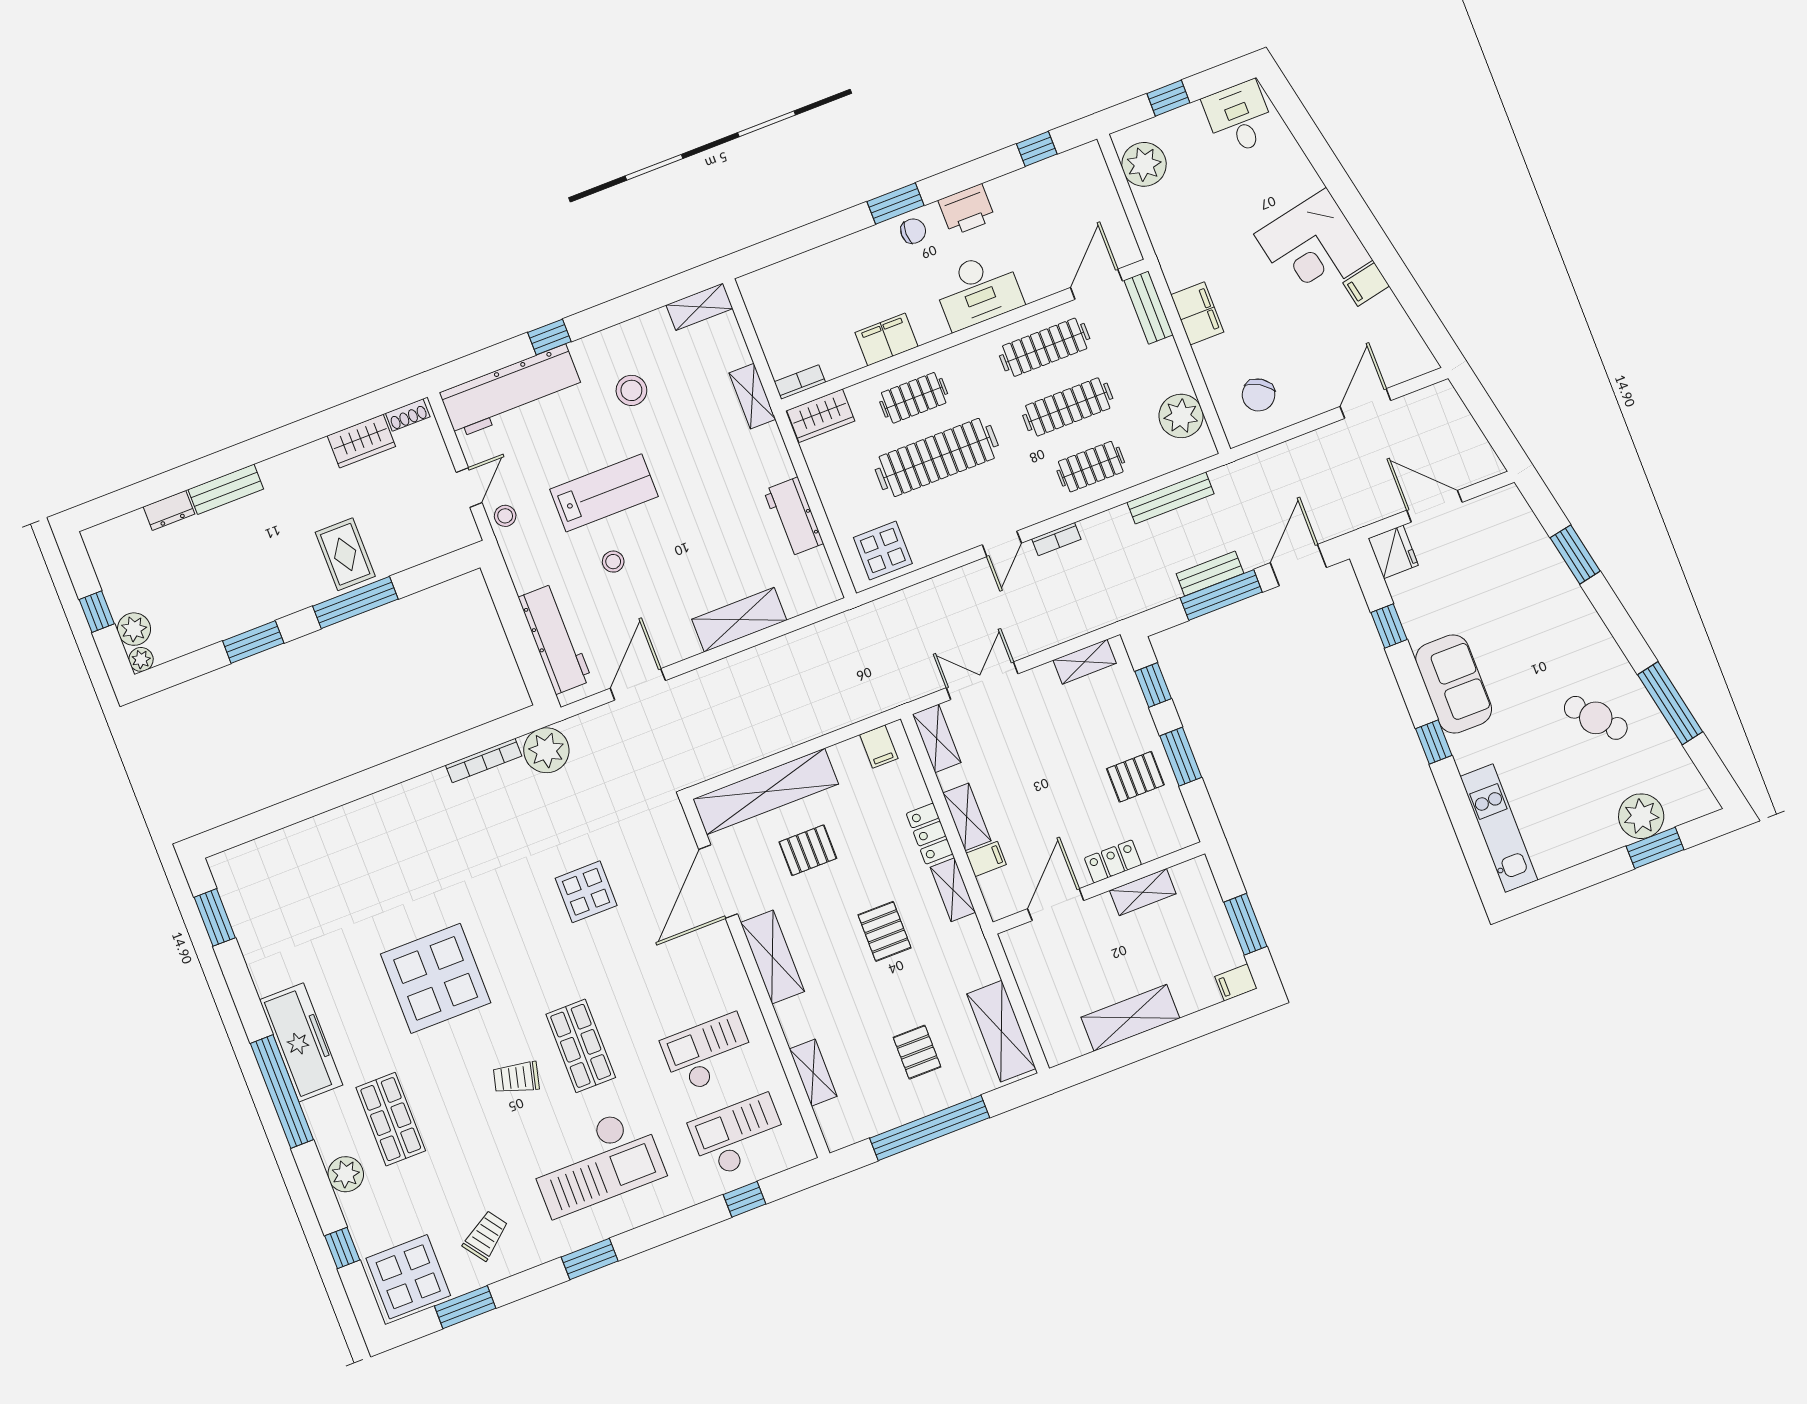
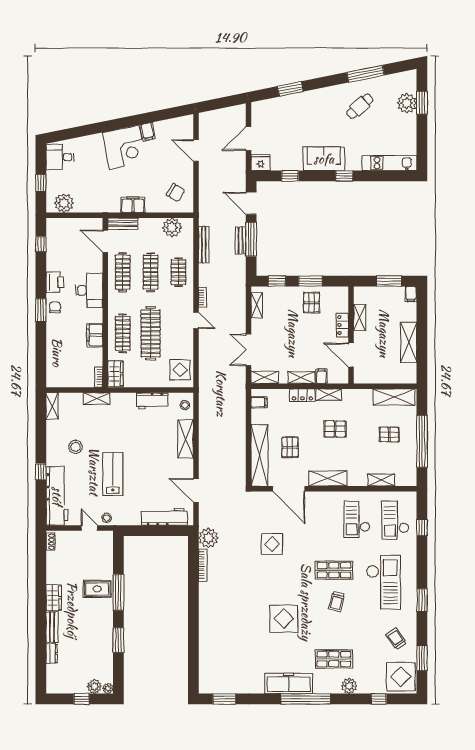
clothes rail: (914, 398) -> (123, 333), width x1.36
wardrobe: (361, 441) -> (54, 598), moved
stool: (613, 562) -> (185, 405), moved
display table: (436, 978) -> (284, 619), width x0.73, depth x0.73

